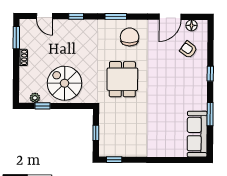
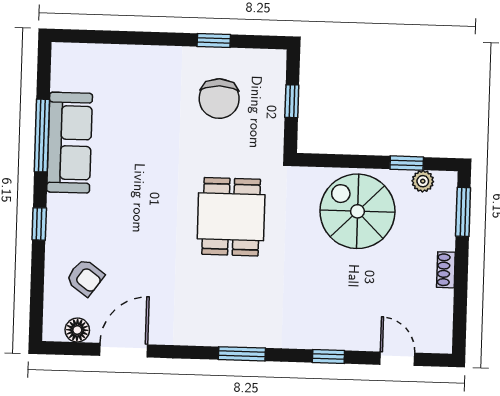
chair: (130, 37) -> (219, 99), moved
window: (16, 38) -> (463, 212), moved
spiral stairs: (65, 83) -> (357, 211), turned 180
window: (210, 114) -> (42, 136), width x1.44
sofa: (197, 134) -> (70, 143), moved
window: (114, 160) -> (214, 41), moved

